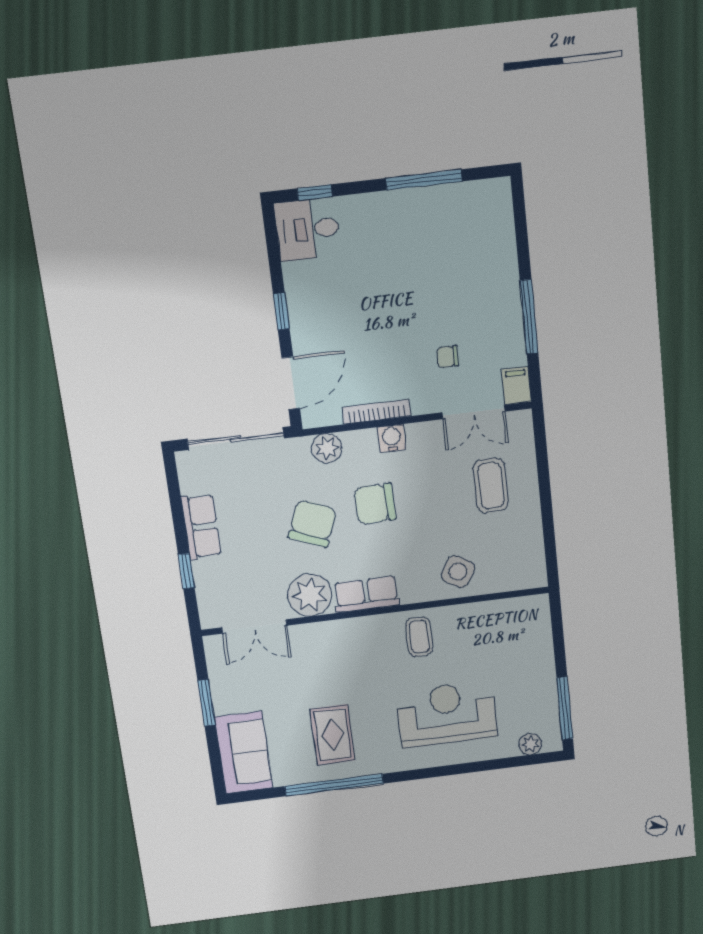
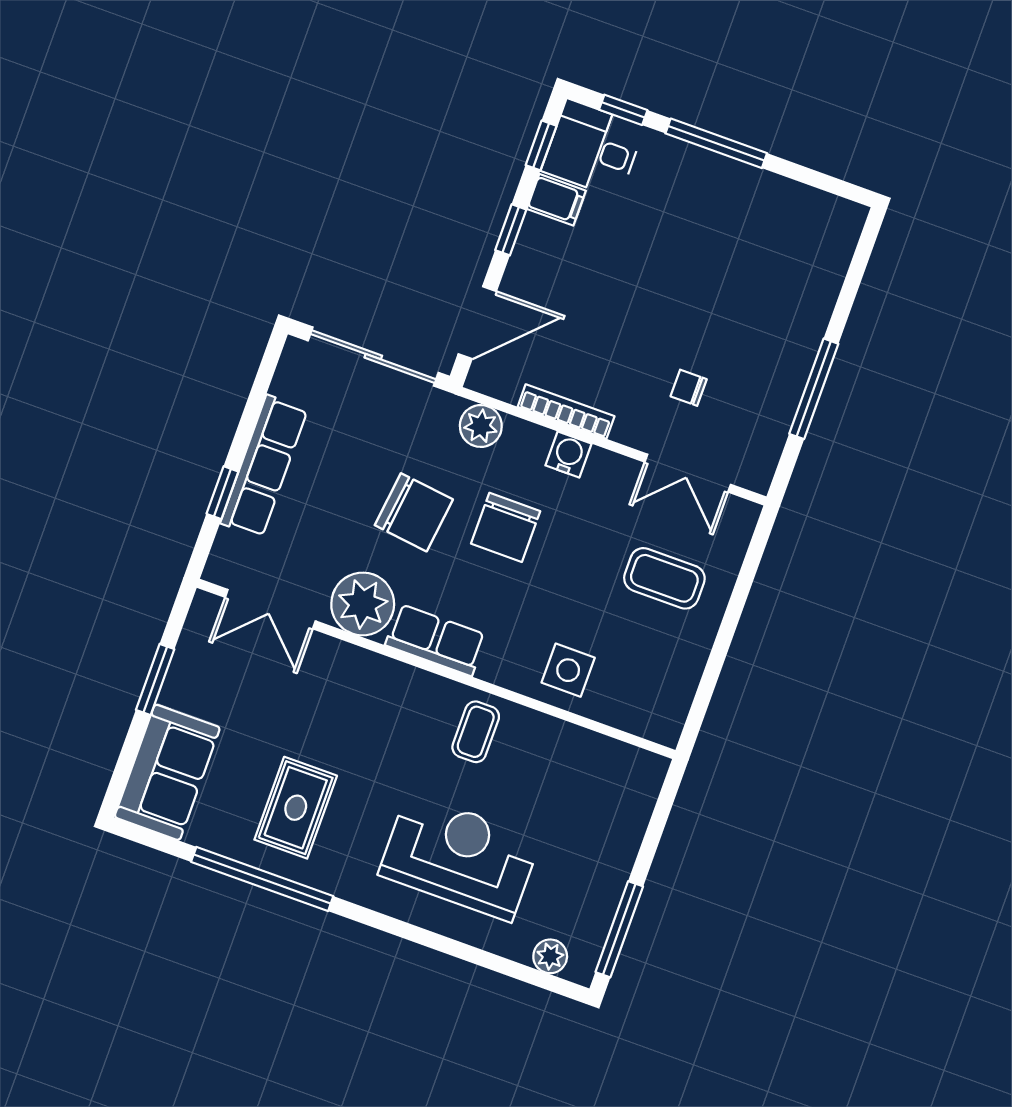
window: (424, 180) -> (716, 143), moved
window: (273, 245) -> (541, 145), added
filing cabinet: (516, 386) -> (556, 200), moved, turned 90
coffee table: (491, 486) -> (664, 578), turned 90
chair: (375, 504) -> (506, 527), turned -88
chair: (312, 523) -> (414, 512), turned 75
row of seats: (201, 527) -> (264, 466), width x1.48
side table: (458, 572) -> (568, 670), turned -31

